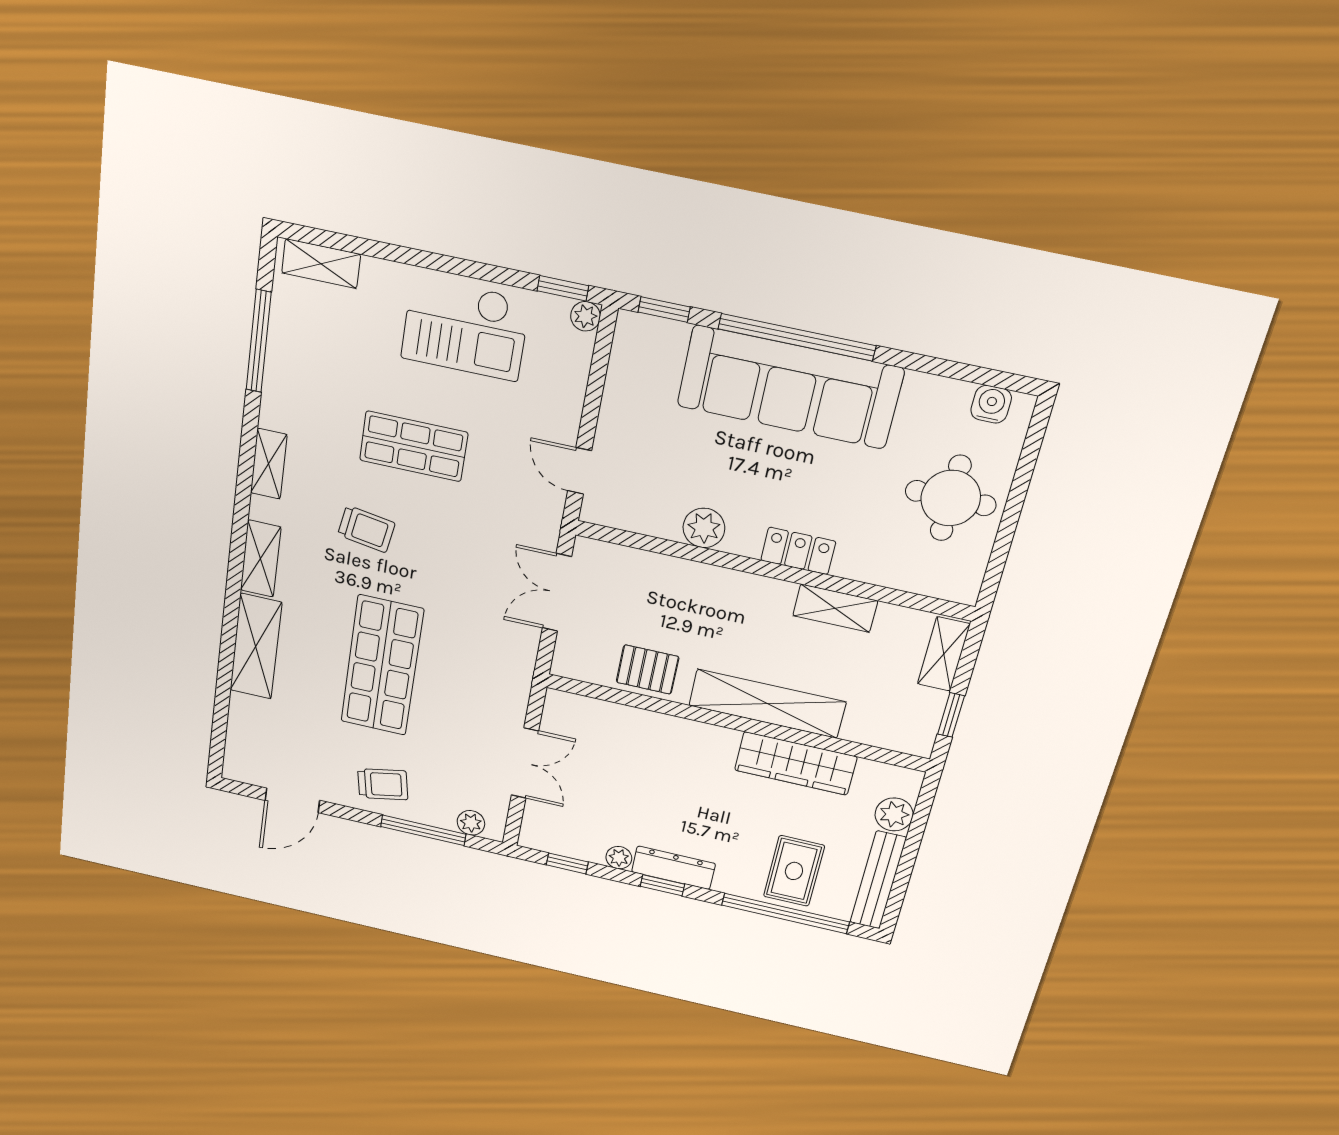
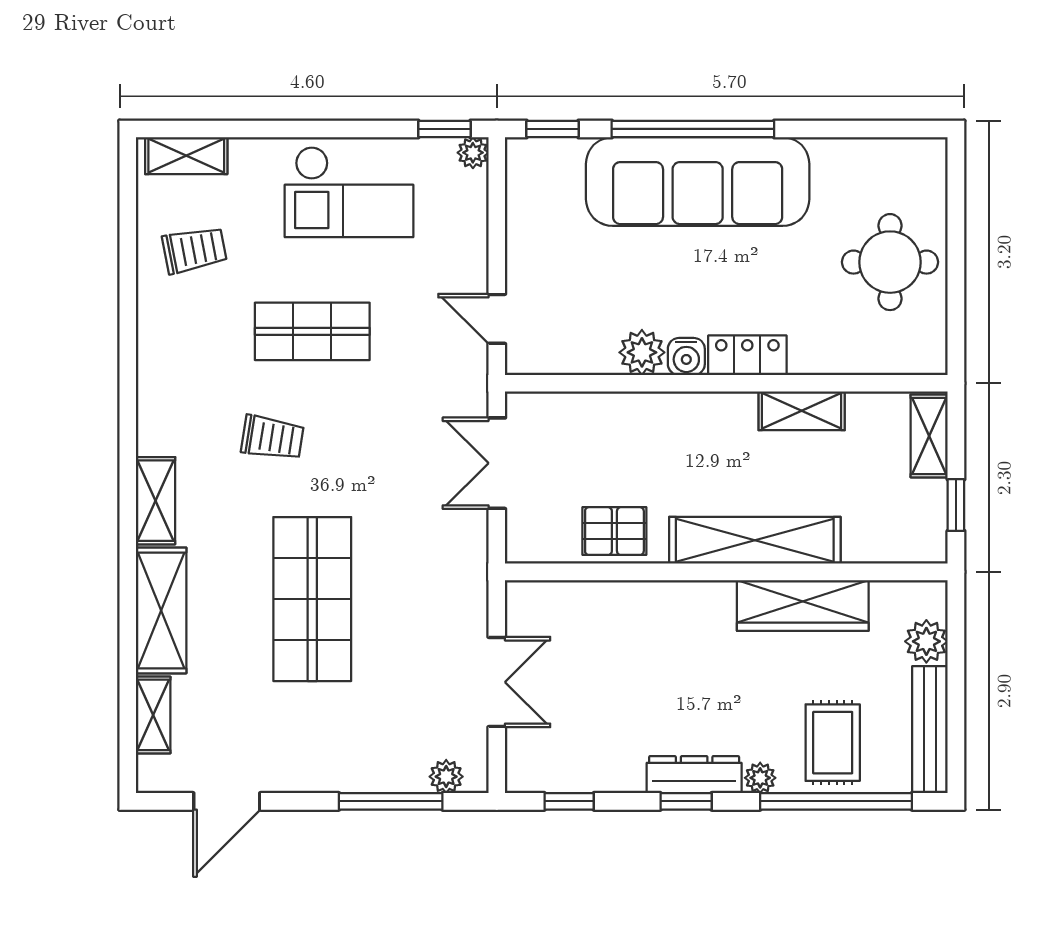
window: (259, 341) -> (128, 252), removed
water cooler: (991, 404) -> (686, 356), moved, turned 180
shelving: (269, 464) -> (153, 715), moved
trolley: (383, 784) -> (194, 250), moved
plant: (619, 858) -> (760, 778), moved

